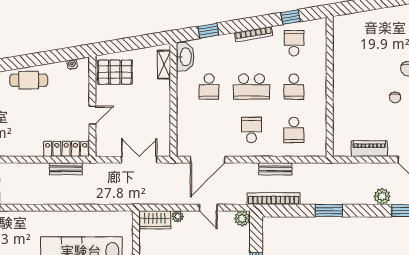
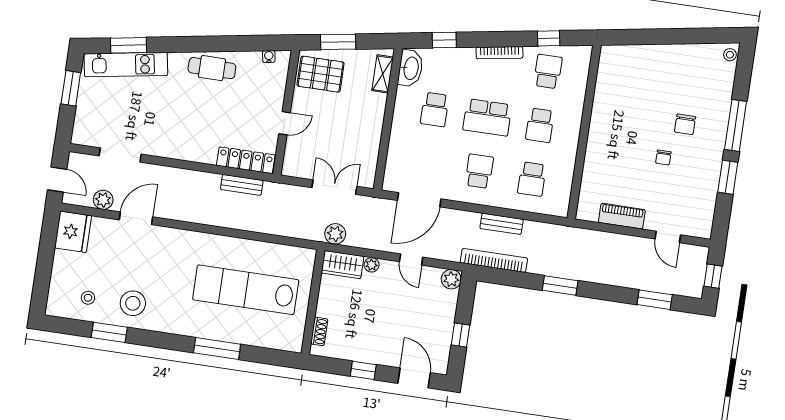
window: (125, 45) -> (338, 42), added
plant: (382, 196) -> (335, 234), moved

